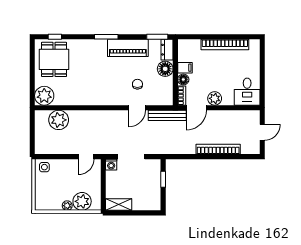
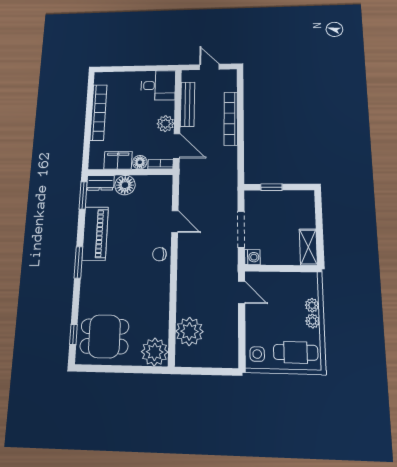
filing cabinet: (185, 68) -> (118, 160), width x2.00
chair: (137, 84) -> (159, 254), moved
bench: (167, 115) -> (188, 104), moved
cafe table: (46, 193) -> (296, 352), added
plant: (82, 201) -> (312, 305), width x0.53, depth x0.53

